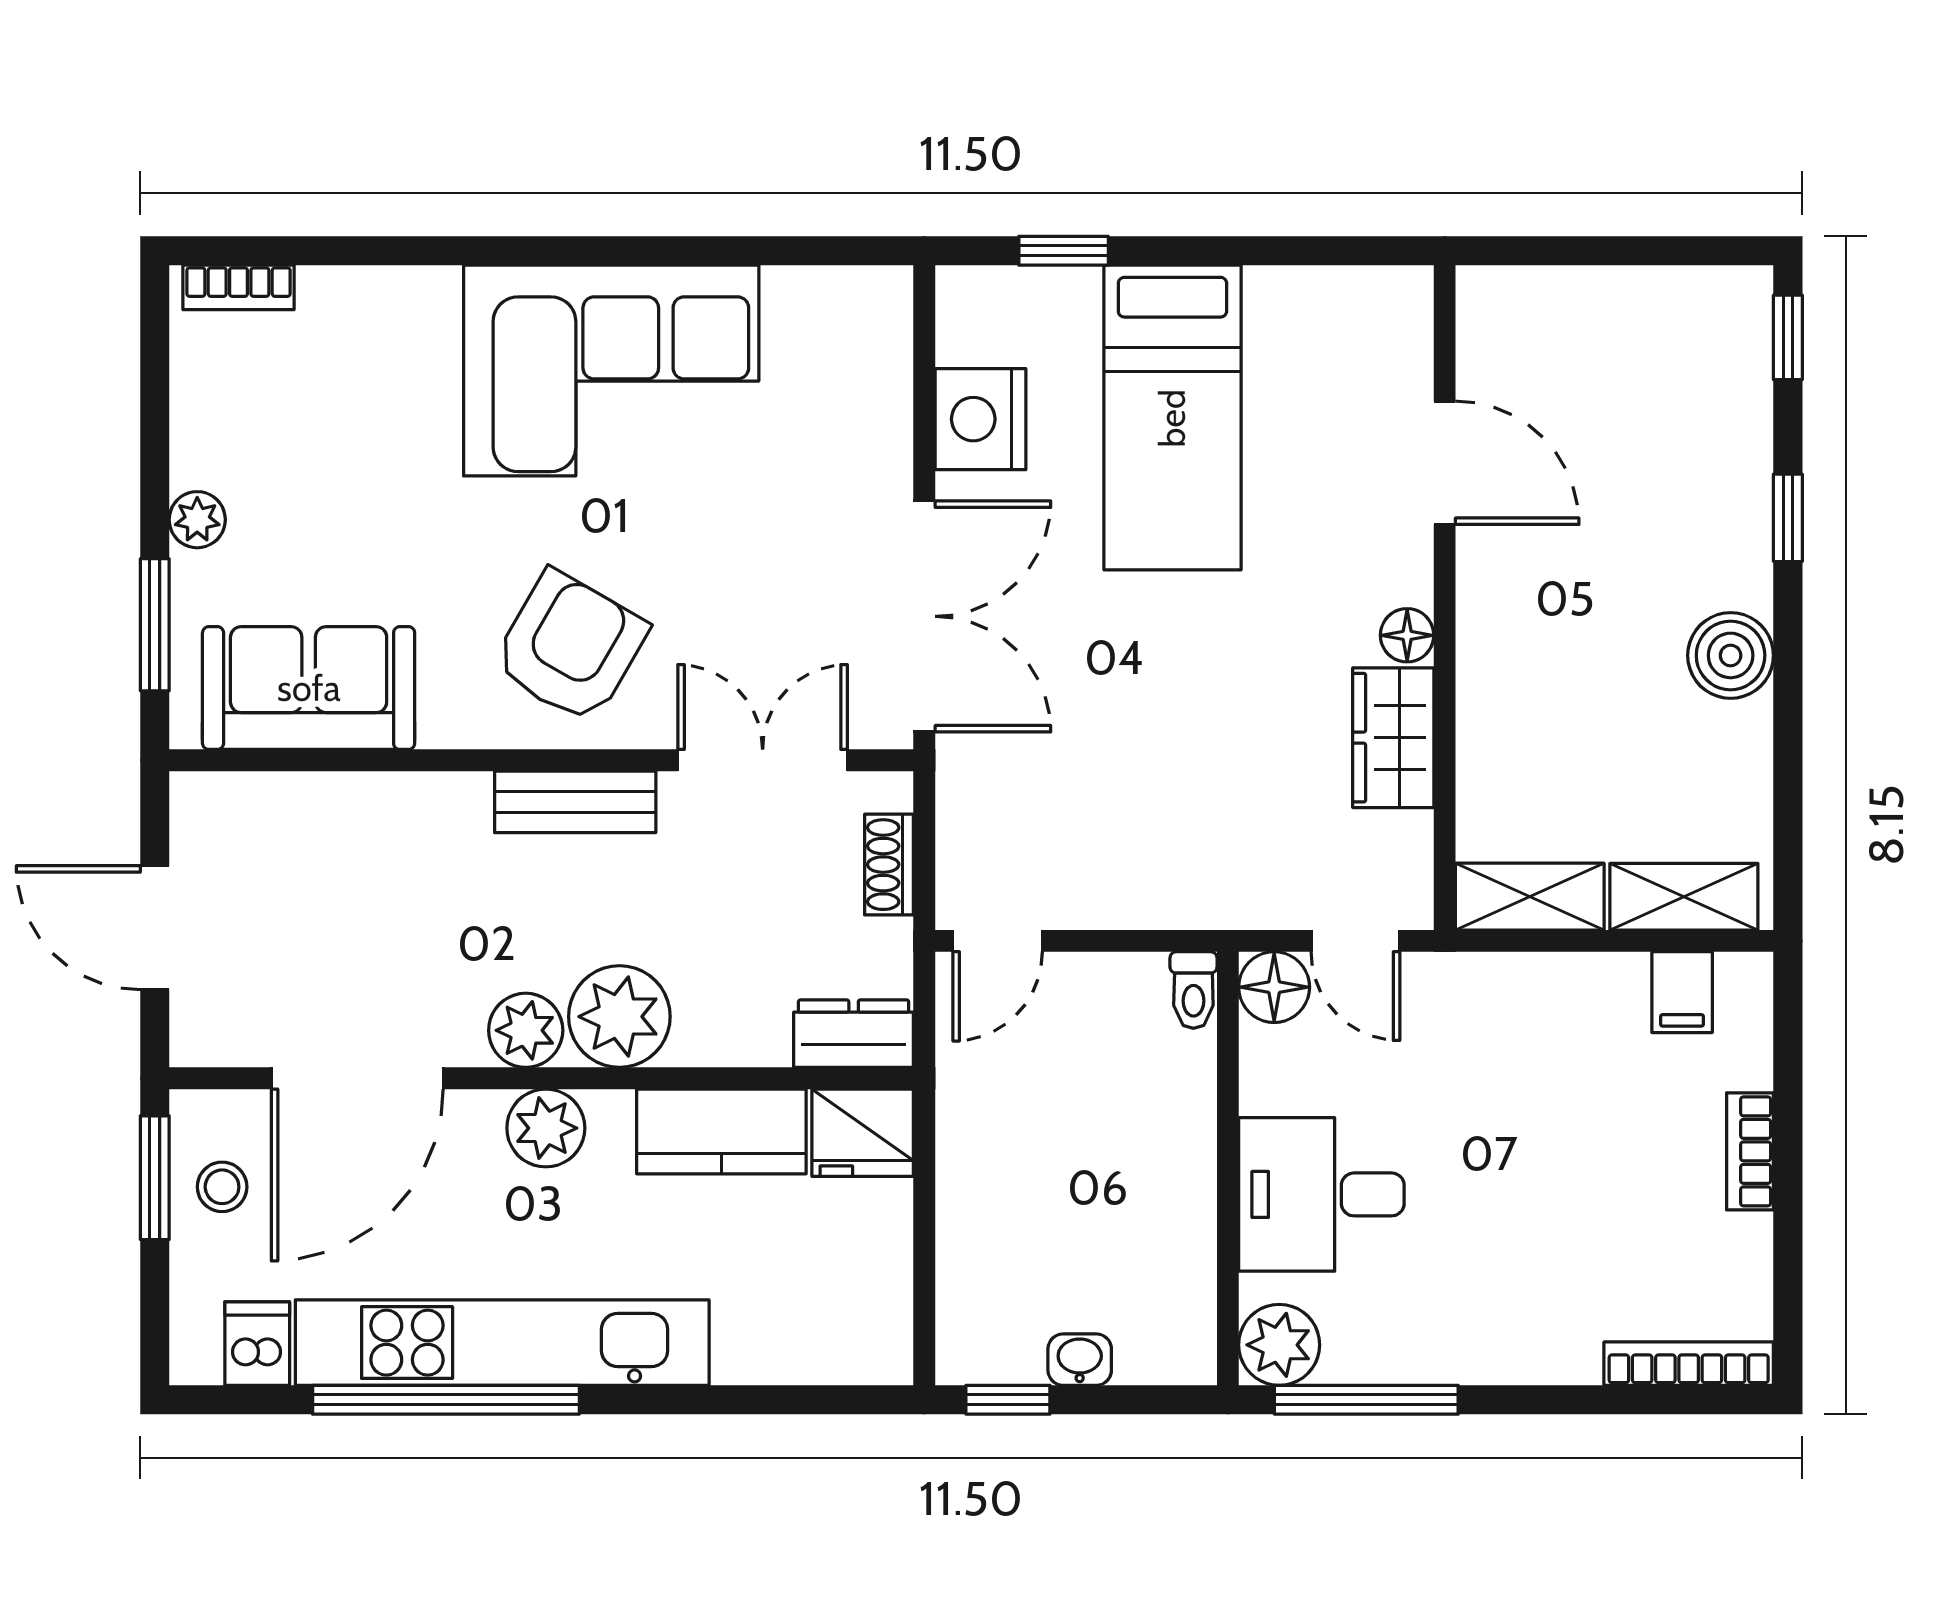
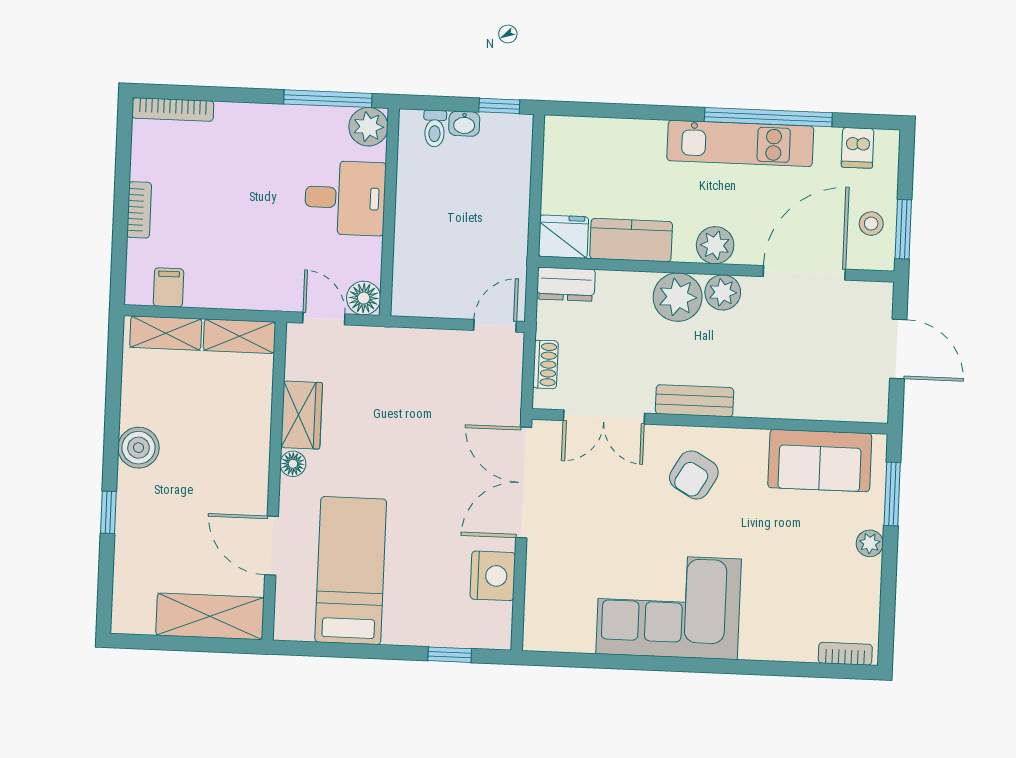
shelving: (1567, 310) -> (210, 616), added
window: (1788, 337) -> (105, 599), removed
bed: (1172, 418) -> (351, 571), moved
armchair: (570, 647) -> (694, 475), width x0.72, depth x0.72
toilet: (1193, 990) -> (435, 128), moved, turned 180
kitchen unit: (502, 1343) -> (740, 143), width x0.73

